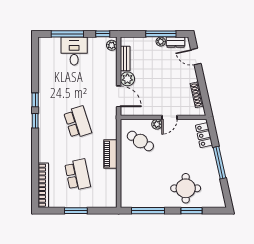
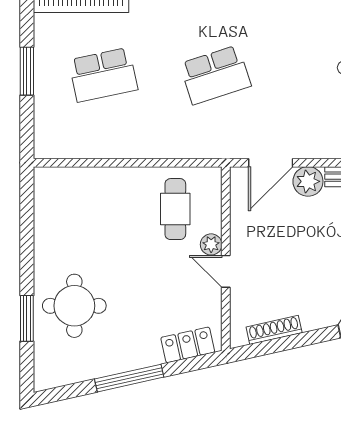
cafe table: (140, 141) -> (175, 209), turned -32
piano: (110, 154) -> (147, 145), removed
window: (148, 211) -> (27, 225), removed

